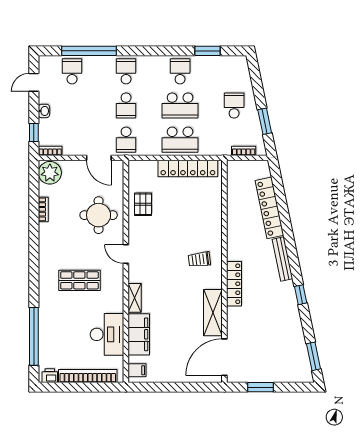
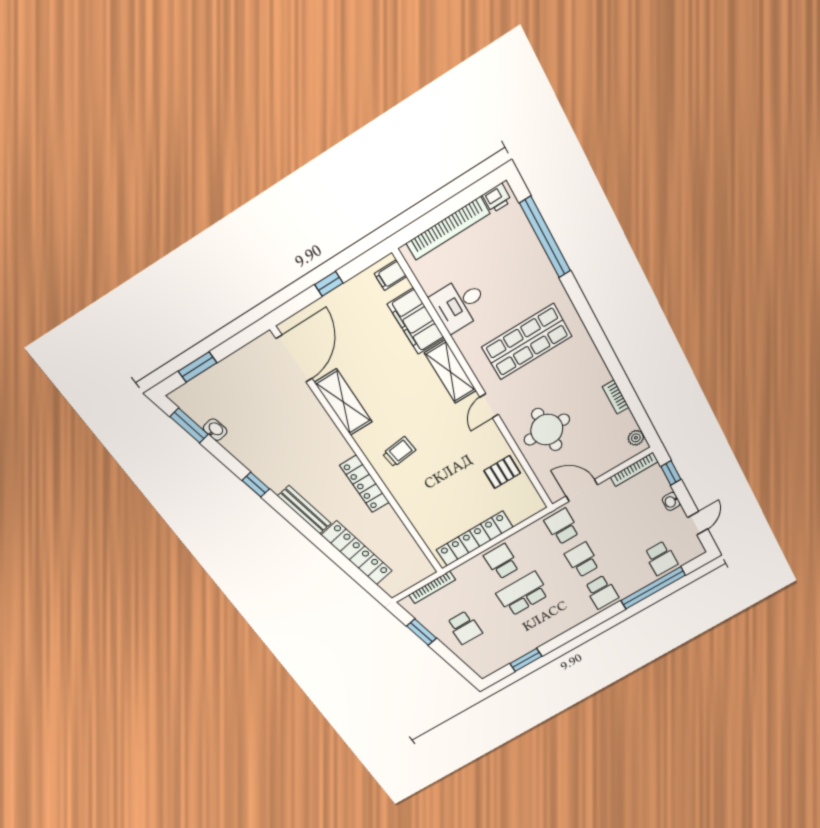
school desk: (180, 71) -> (543, 625), removed
school desk: (180, 140) -> (502, 562), width x0.54
bookcase: (50, 151) -> (634, 469), width x1.56
bookcase: (244, 151) -> (432, 587), width x1.56
plant: (50, 173) -> (636, 438), width x0.53, depth x0.53
pallet: (143, 204) -> (502, 472), turned 90
door: (126, 254) -> (489, 406), swing flipped
shop shelf: (79, 280) -> (527, 342), width x1.43, depth x1.36
locker: (234, 284) -> (365, 484), moved
shelving: (135, 298) -> (450, 372), width x1.50, depth x1.33
desk: (107, 334) -> (459, 304), width x0.73
washbasin: (300, 344) -> (215, 430), added
window: (176, 387) -> (329, 284), added
window: (261, 387) -> (198, 367), moved

